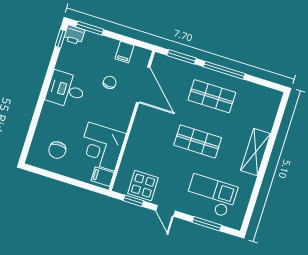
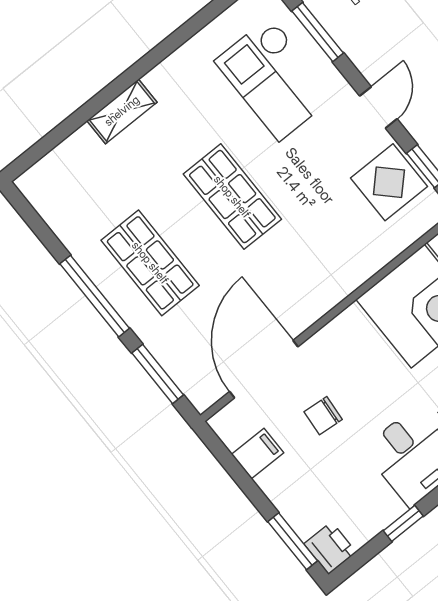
window: (60, 39) -> (403, 523), moved
shelving: (256, 152) -> (122, 111), width x0.67, depth x0.75

